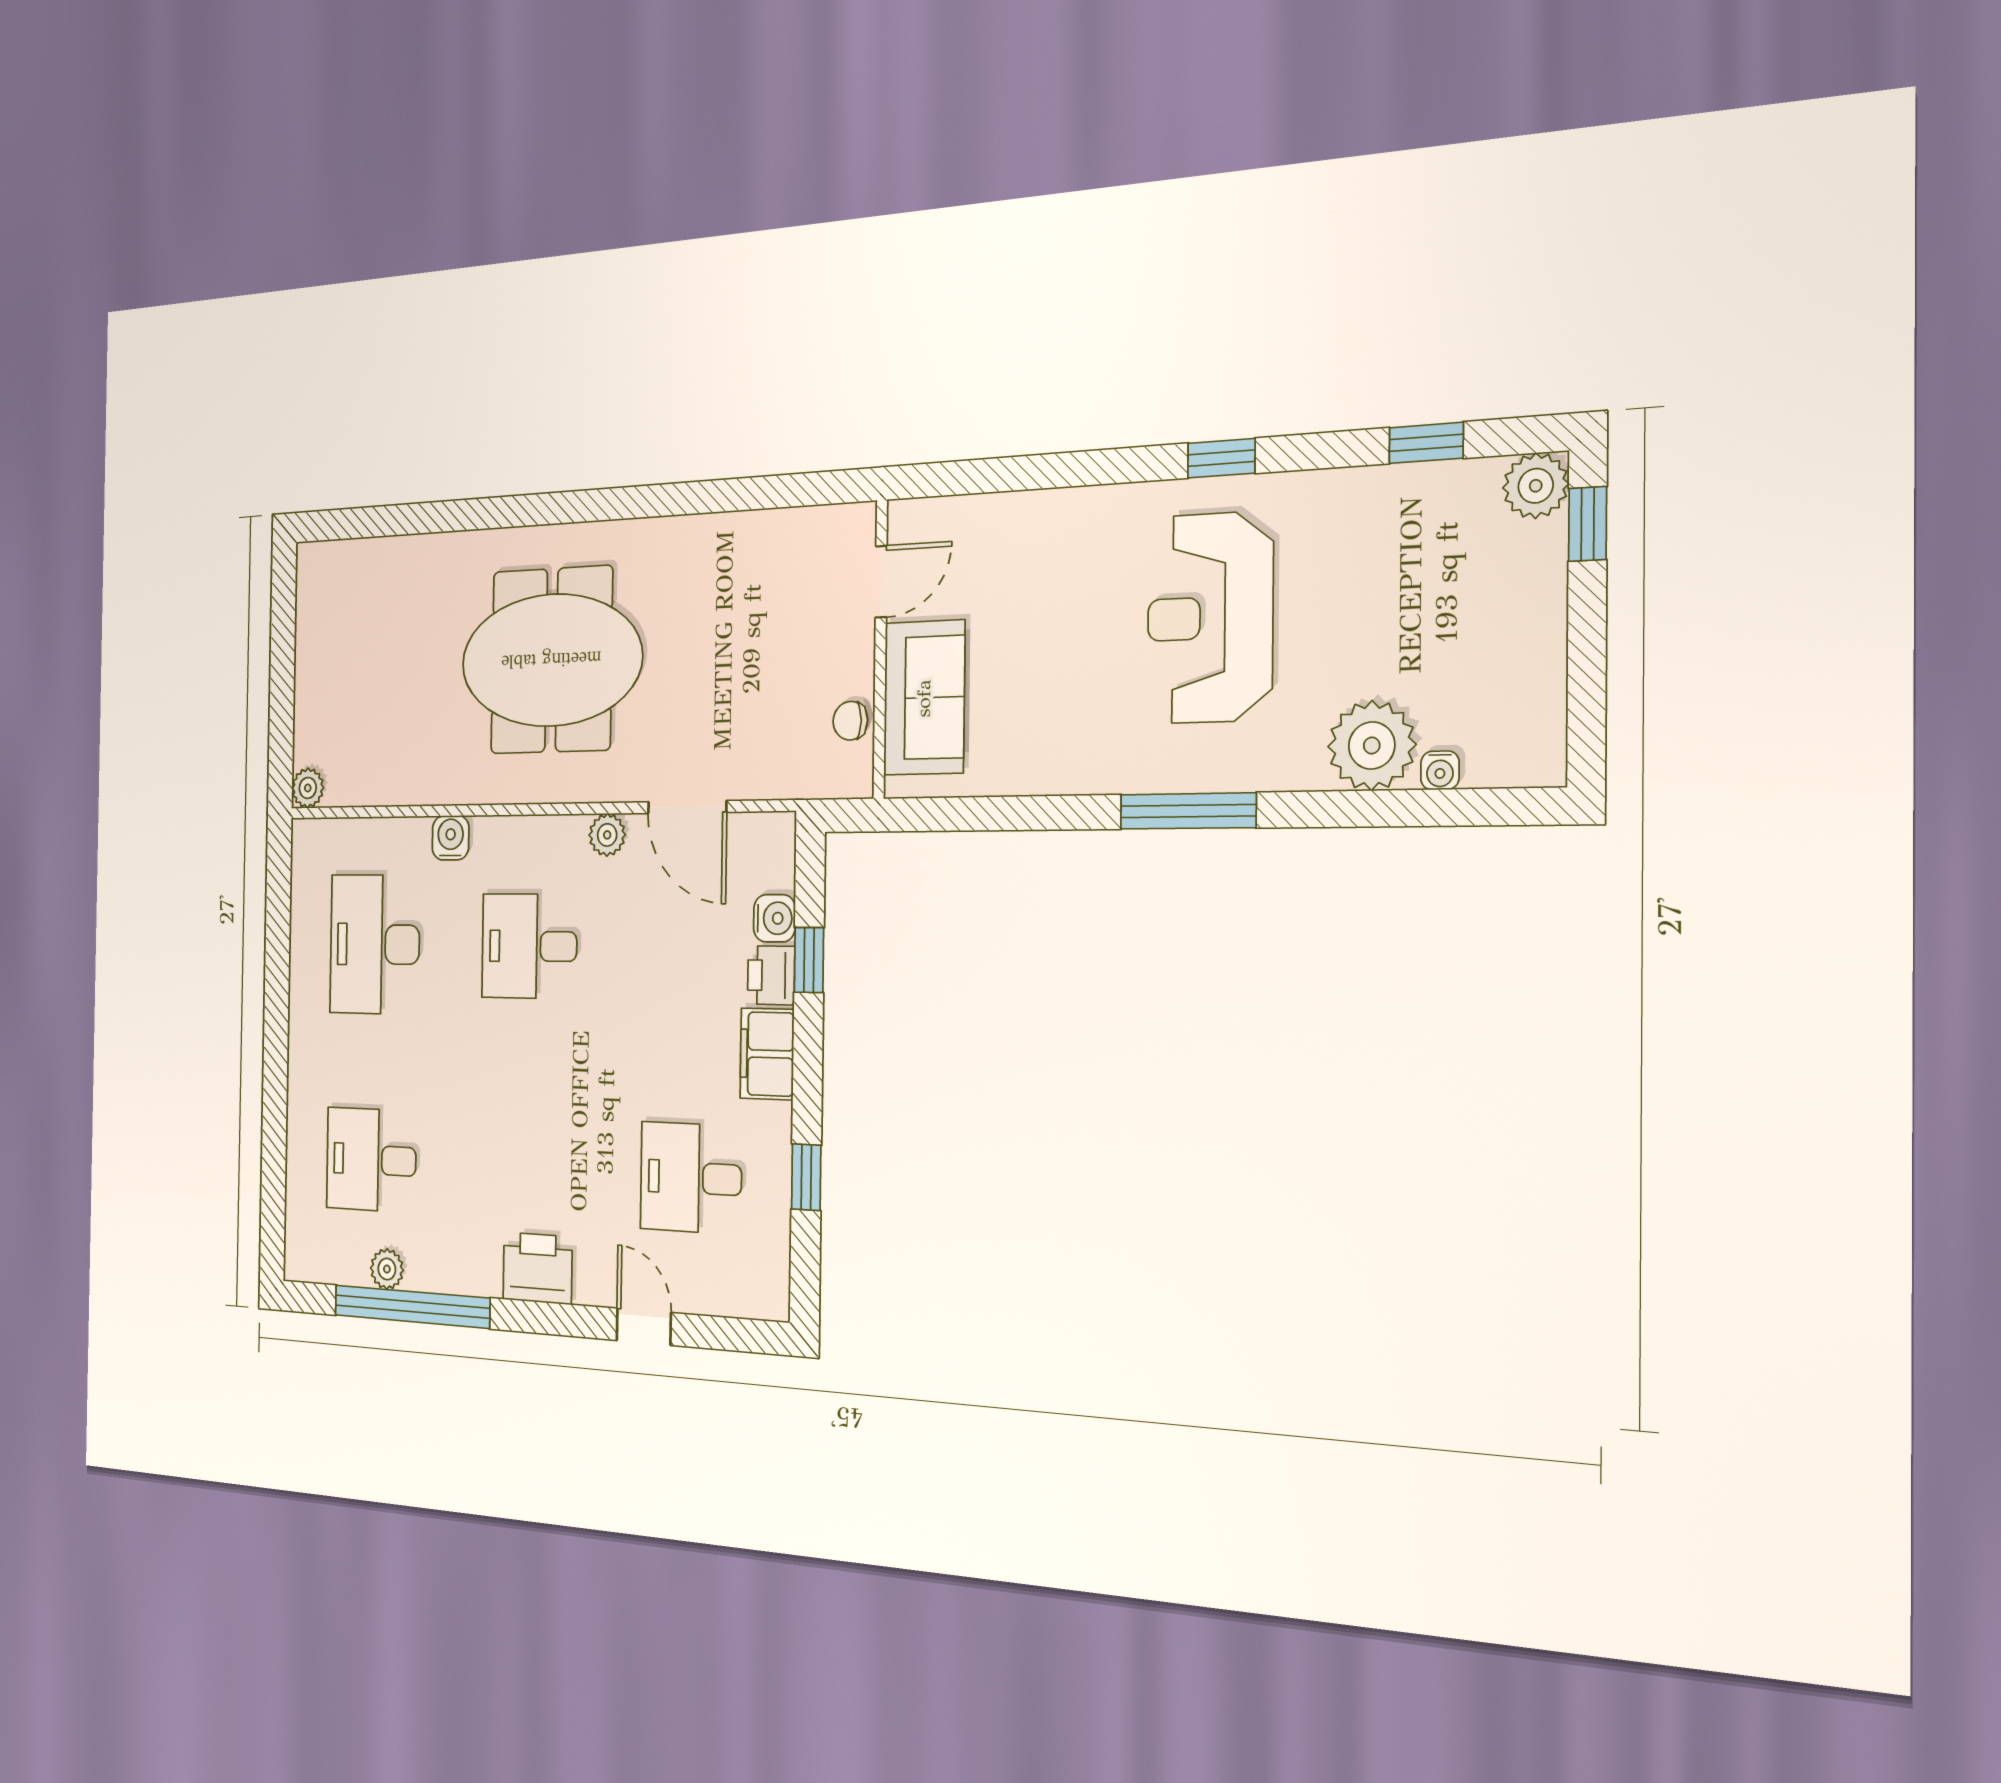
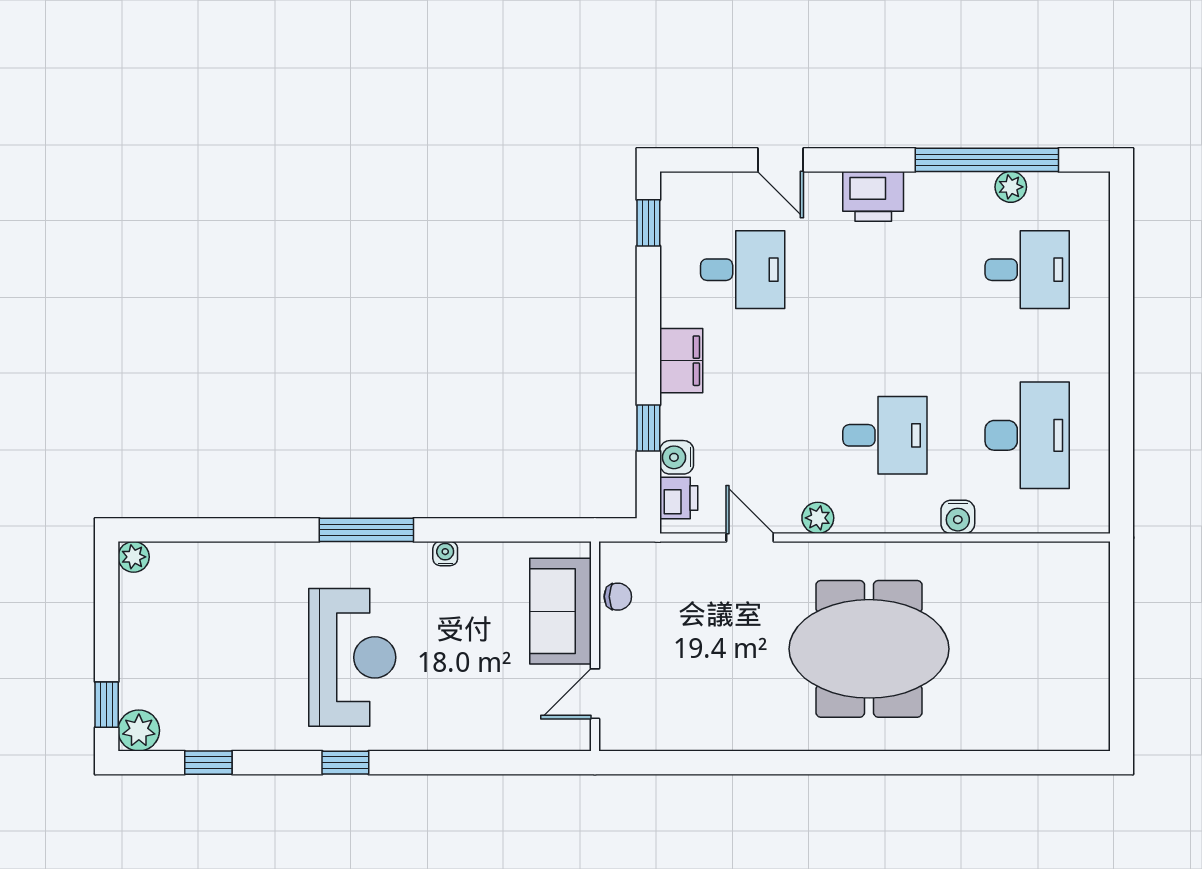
plant: (1372, 745) -> (134, 557), moved, width x0.53, depth x0.53
water cooler: (1440, 770) -> (445, 554), moved
plant: (308, 788) -> (1094, 557), removed
door: (687, 807) -> (750, 538), width x0.73
printer: (771, 975) -> (679, 498), moved
window: (806, 1177) -> (648, 223), moved

